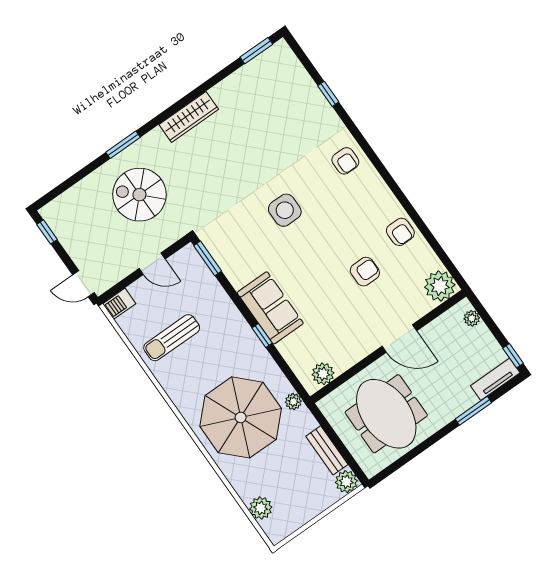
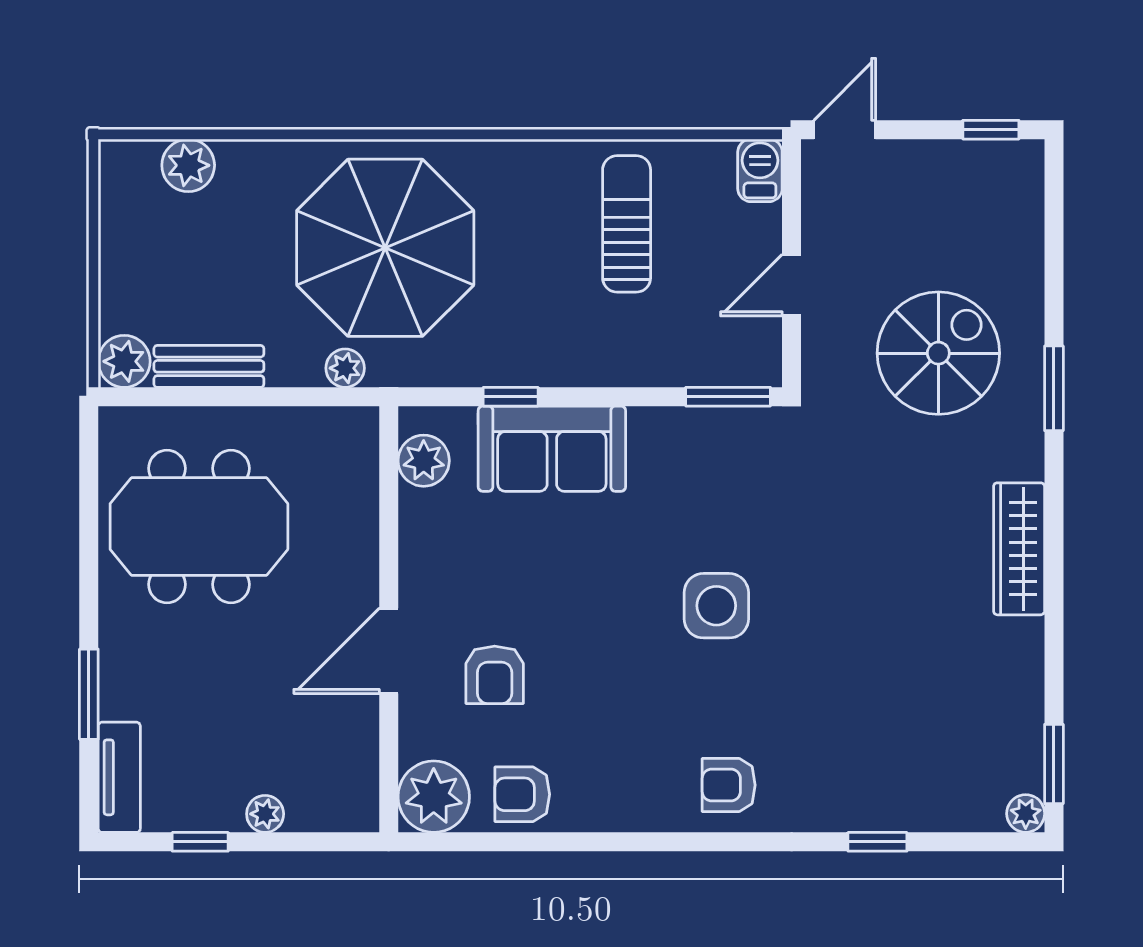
plant: (281, 48) -> (1026, 814), added
plant: (440, 286) -> (434, 797), moved
door: (399, 339) -> (389, 651), moved
wall: (388, 346) -> (389, 619), moved
window: (513, 356) -> (200, 842), moved
plant: (323, 374) -> (424, 461), moved

